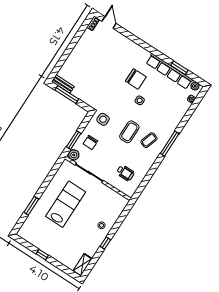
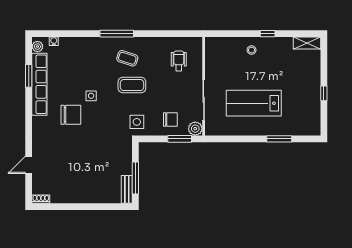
door: (109, 22) -> (29, 165), moved
chair: (136, 79) -> (71, 115), turned 90

